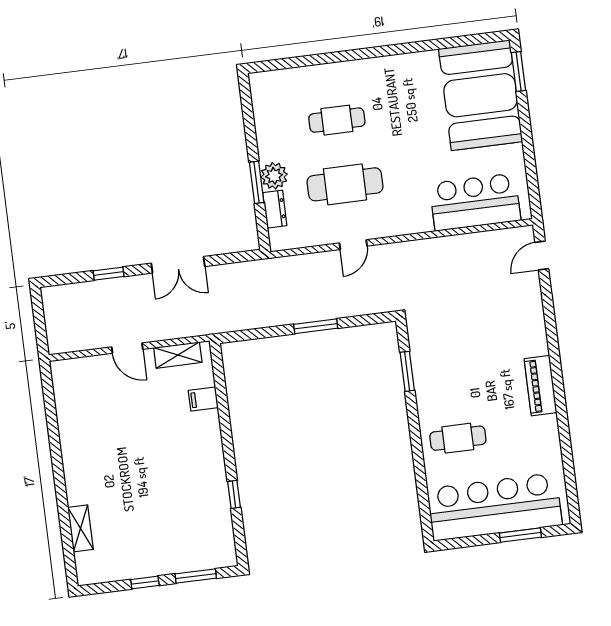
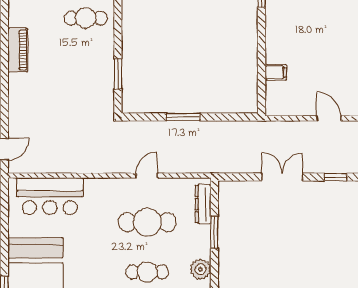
plant: (274, 176) -> (200, 269), moved
dresser: (275, 209) -> (203, 204), width x1.44
shelving: (178, 355) -> (291, 108), removed

